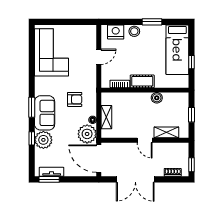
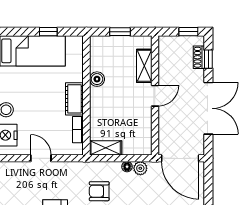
armchair: (75, 99) -> (99, 191), turned -90
shelving: (106, 117) -> (106, 148), moved
plant: (87, 134) -> (140, 168), width x0.53, depth x0.53
door: (99, 159) -> (180, 158), hinge flipped
window: (171, 179) -> (208, 59), added

